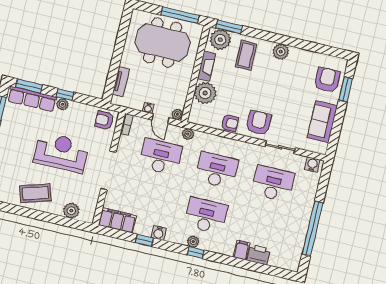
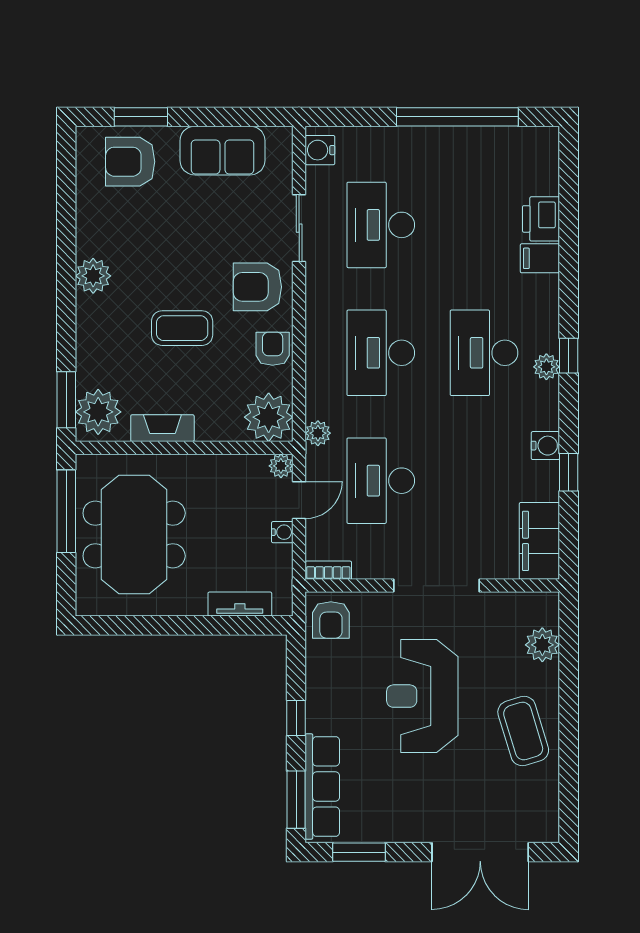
coffee table: (246, 55) -> (182, 328), moved
plant: (205, 93) -> (269, 417), moved
plant: (62, 104) -> (318, 718), removed

